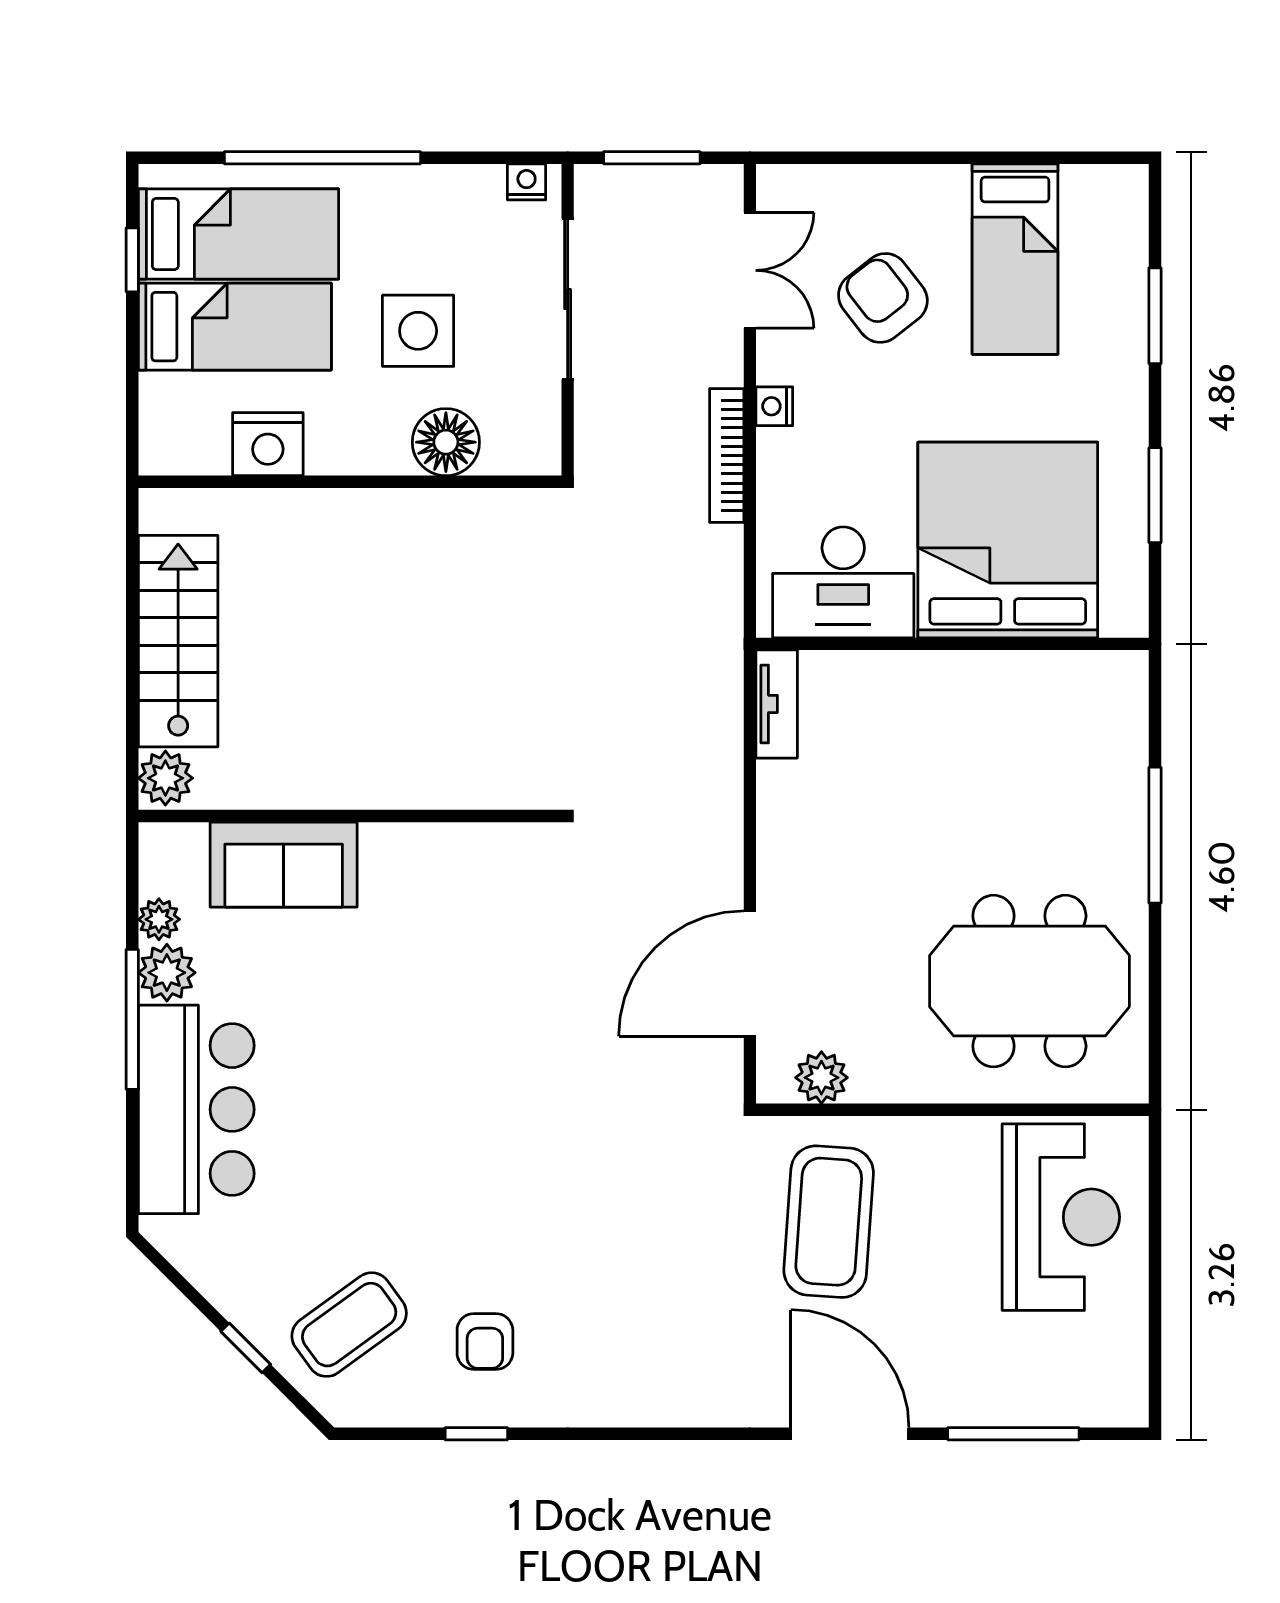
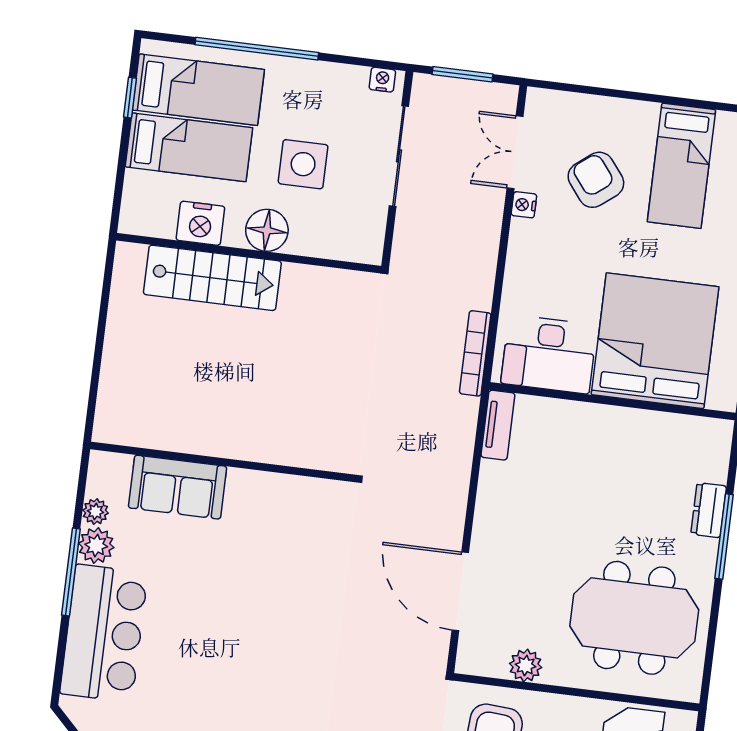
double door: (750, 270) -> (515, 152), swing flipped
nightstand: (774, 406) -> (524, 205), moved
floor lamp: (446, 442) -> (267, 230), moved
bookcase: (727, 456) -> (475, 353), moved
stairs: (178, 641) -> (212, 278), moved, turned 90
plant: (165, 778) -> (110, 424), removed
dresser: (1125, 797) -> (709, 510), added
door: (750, 973) -> (460, 591), hinge flipped
plant: (821, 1078) -> (526, 665), moved

